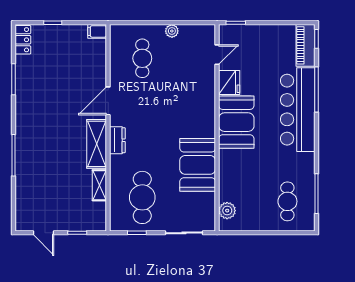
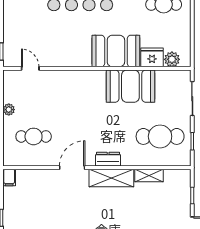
fridge: (229, 82) -> (152, 57), moved
door: (108, 101) -> (72, 168), swing flipped
booth: (236, 122) -> (116, 51), moved

